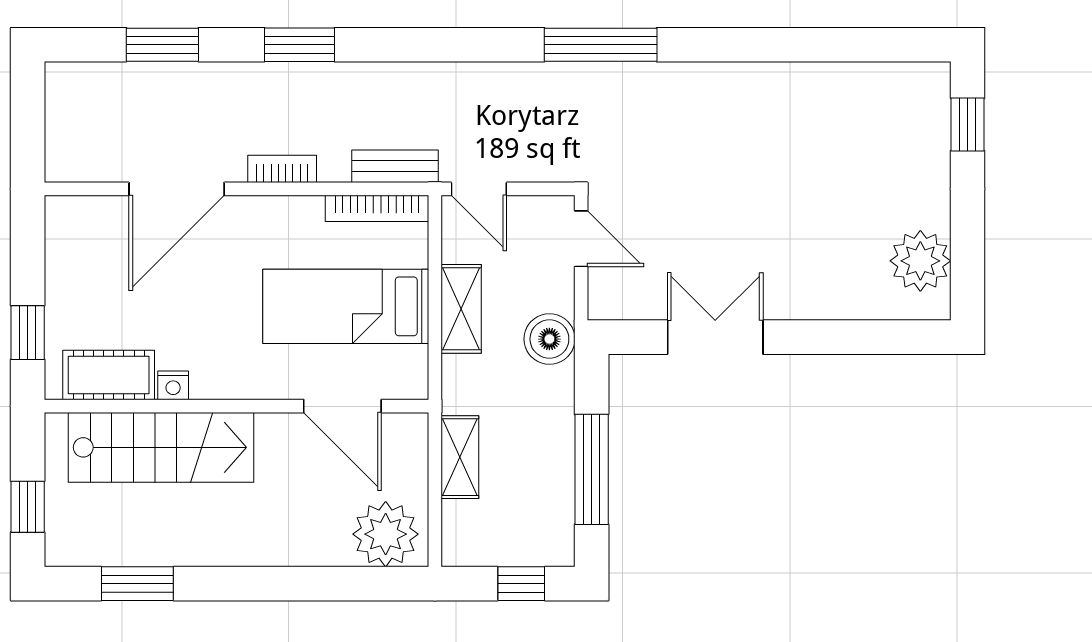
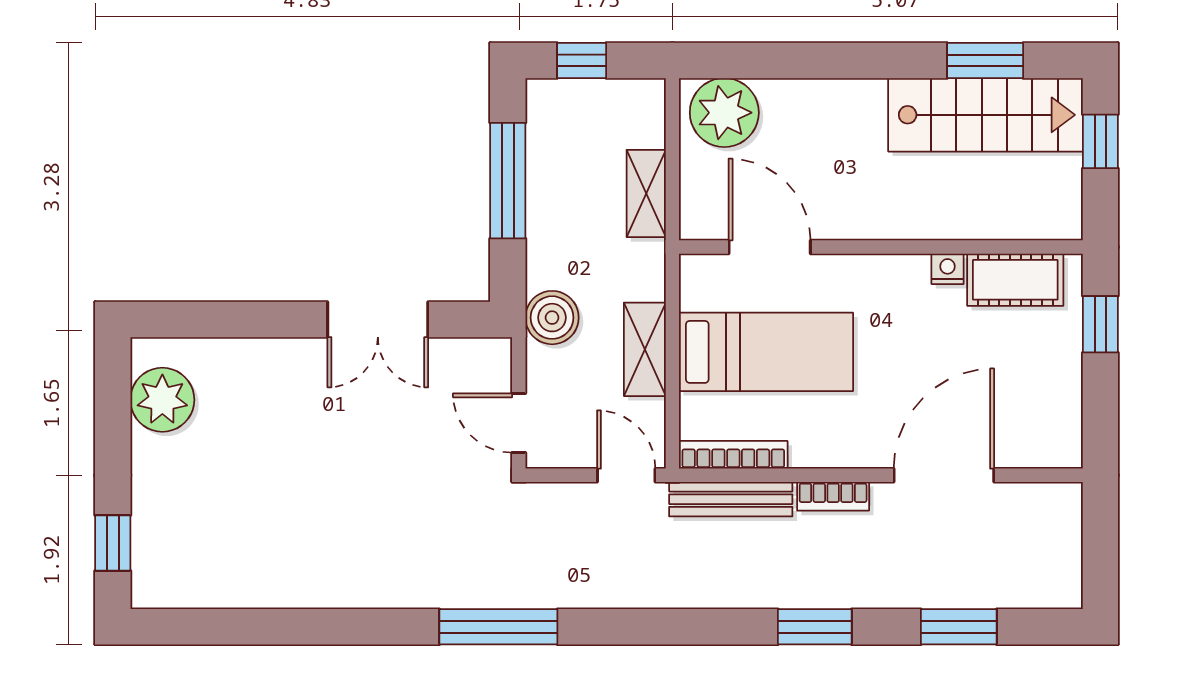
bench: (395, 166) -> (731, 499), width x1.36
stairs: (161, 447) -> (985, 115), moved, turned 180

